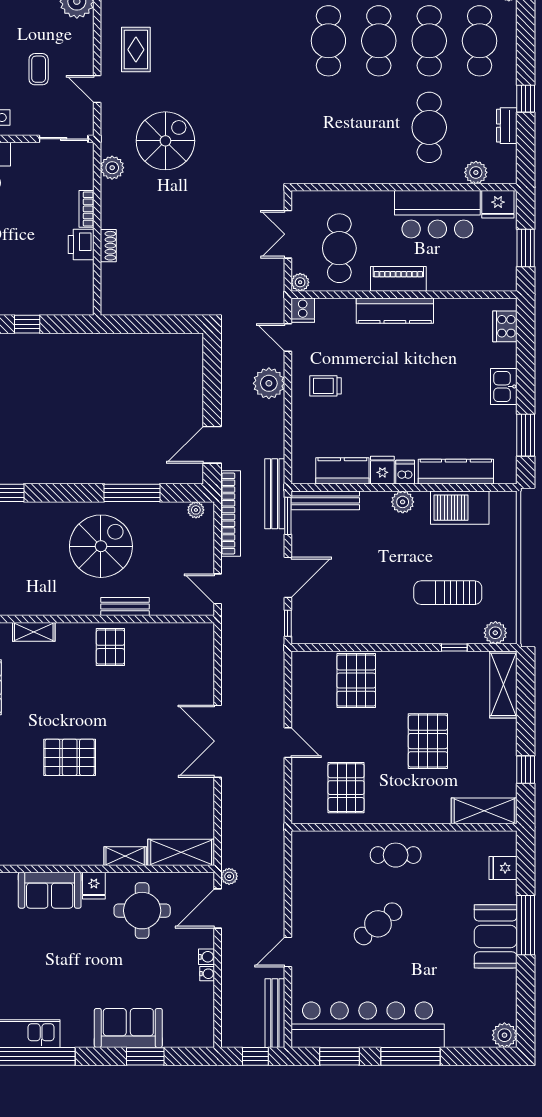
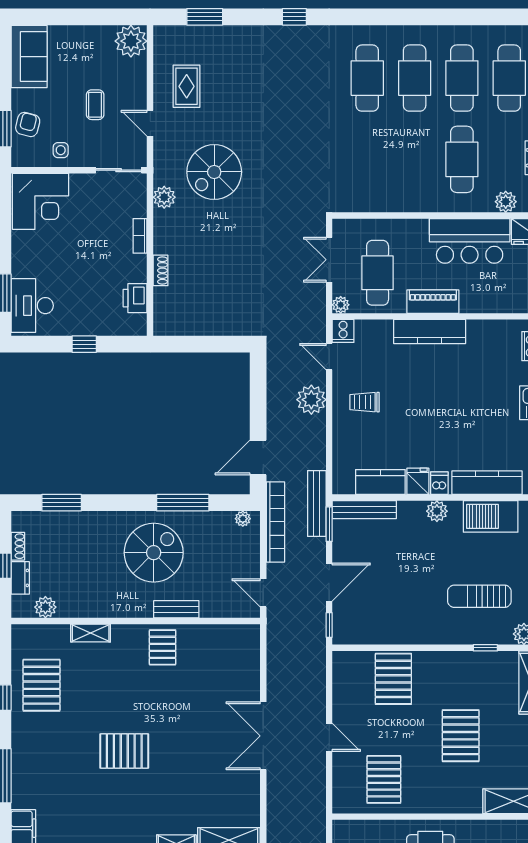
spiral stairs: (165, 141) -> (214, 172), turned 180
printer: (81, 244) -> (135, 298), moved

